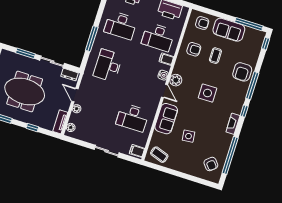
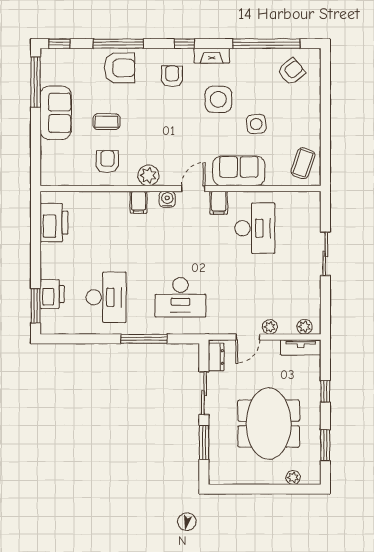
armchair: (202, 23) -> (172, 76), moved
desk: (158, 37) -> (106, 228), removed
plant: (176, 80) -> (148, 175), moved
window: (252, 86) -> (118, 44), moved
side table: (208, 93) -> (218, 99), moved
filing cabinet: (137, 151) -> (219, 203), moved

